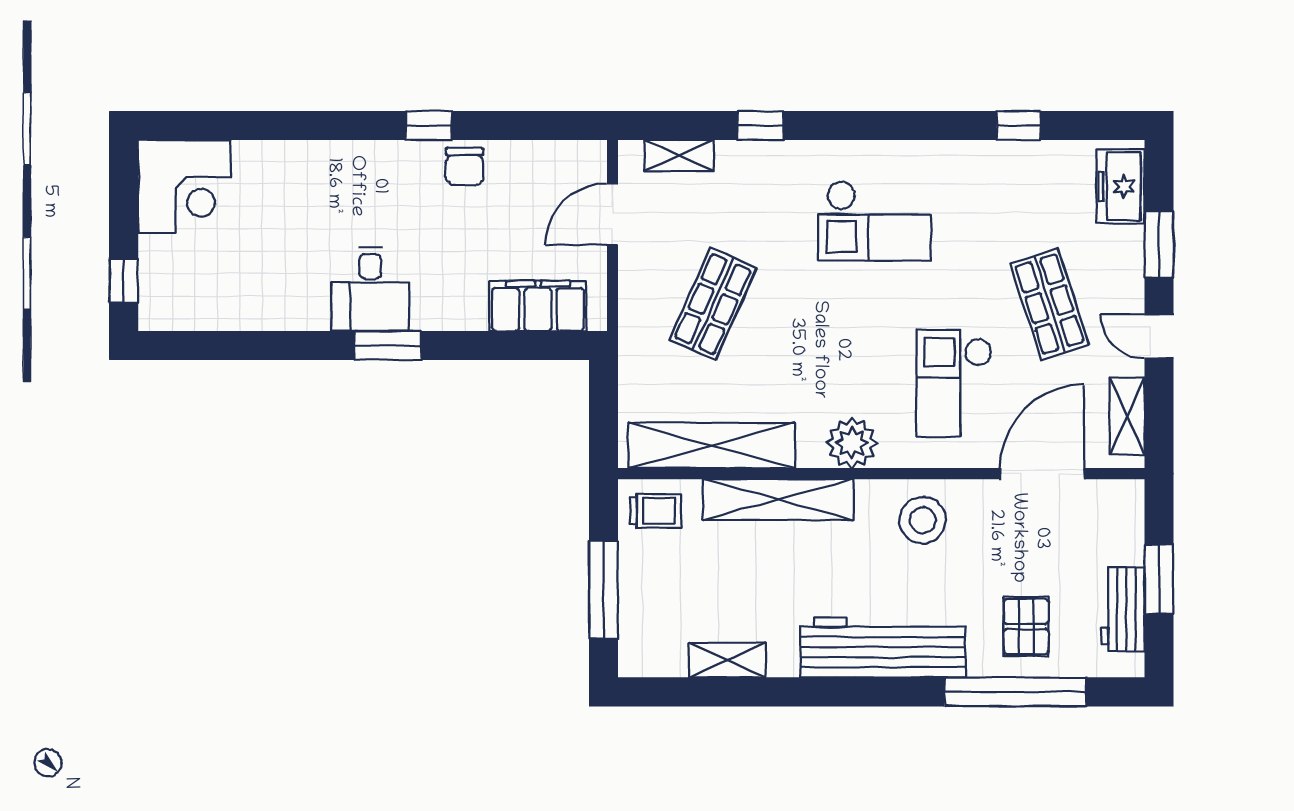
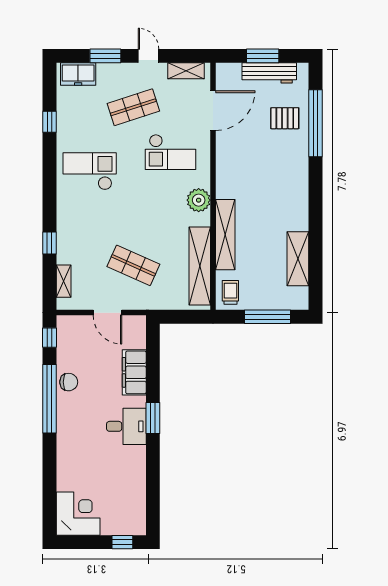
window: (429, 125) -> (49, 399), width x3.17
window: (559, 125) -> (49, 338), added
door: (612, 214) -> (108, 313), moved
checkout: (874, 221) -> (90, 171), moved, turned -90
filing cabinet: (538, 306) -> (134, 372), moved
door: (1159, 336) -> (148, 56), swing flipped
door: (1042, 474) -> (213, 111), swing flipped
stool: (923, 520) -> (235, 167), removed
workbench: (1123, 609) -> (269, 73), width x1.38
workbench: (883, 647) -> (295, 185), removed
shelving: (727, 660) -> (298, 259), width x1.50, depth x1.33

